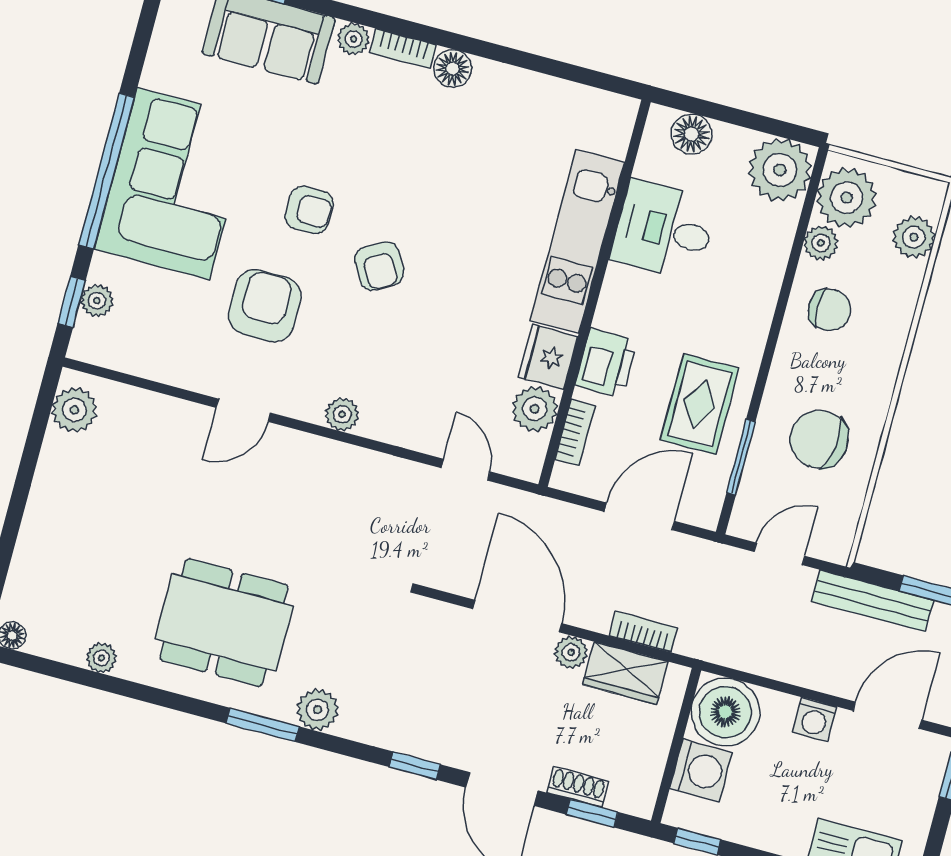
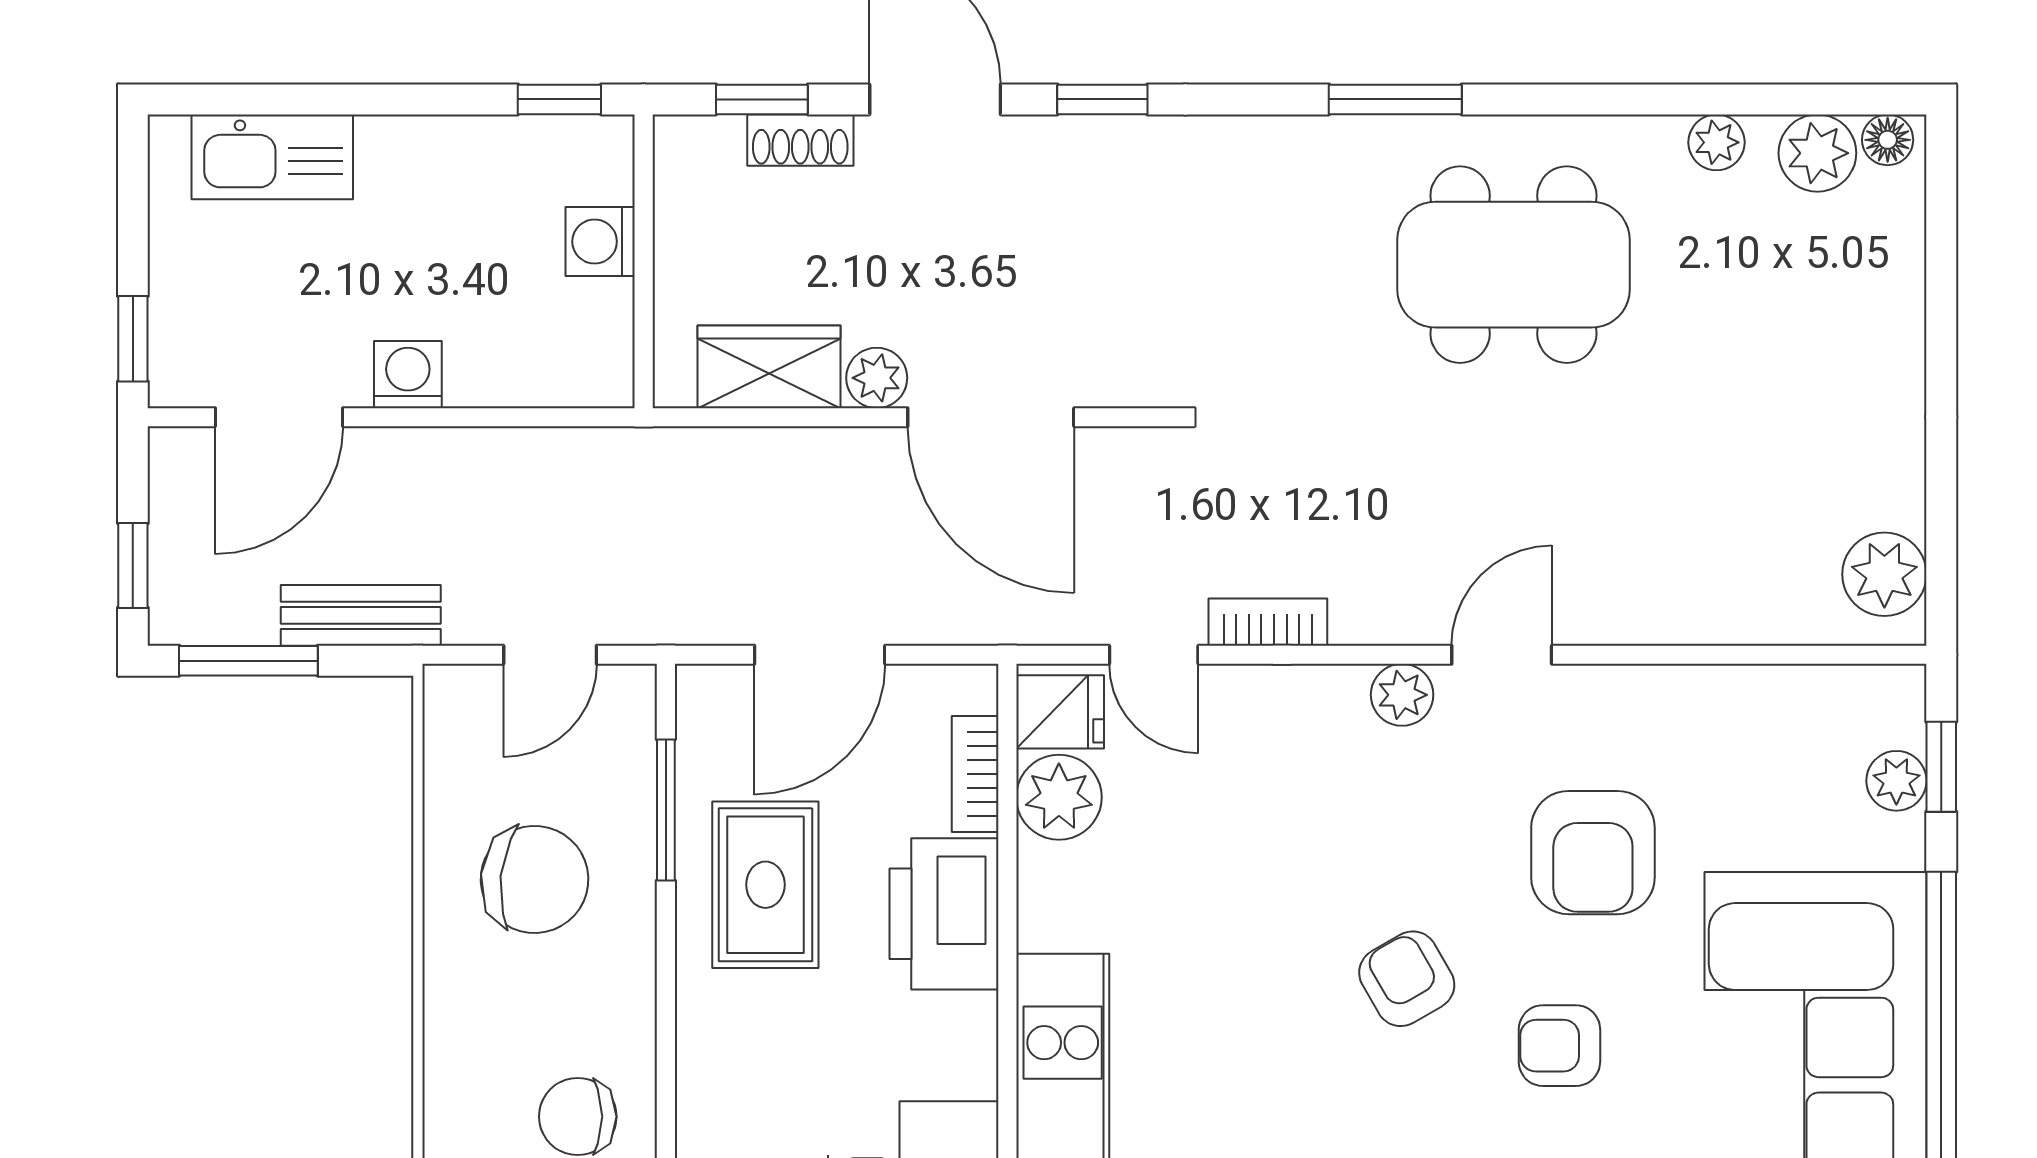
fridge: (548, 357) -> (1060, 712), moved, width x0.72
printer: (606, 363) -> (944, 914), width x1.37, depth x1.19
door: (243, 410) -> (1502, 655), moved
bench: (873, 601) -> (361, 615), width x0.73
bookcase: (644, 632) -> (1268, 622), moved, turned 180
plant: (318, 710) -> (1817, 153), moved
boiler: (725, 712) -> (572, 345), removed
washing machine: (701, 770) -> (600, 242), width x0.73, depth x0.73

